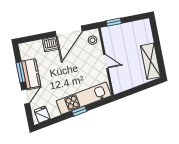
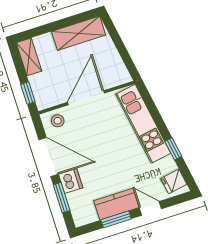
shelving: (138, 26) -> (29, 57), added
window: (40, 37) -> (62, 198), added
door: (106, 61) -> (86, 98), width x1.88
window: (79, 111) -> (173, 149), moved

